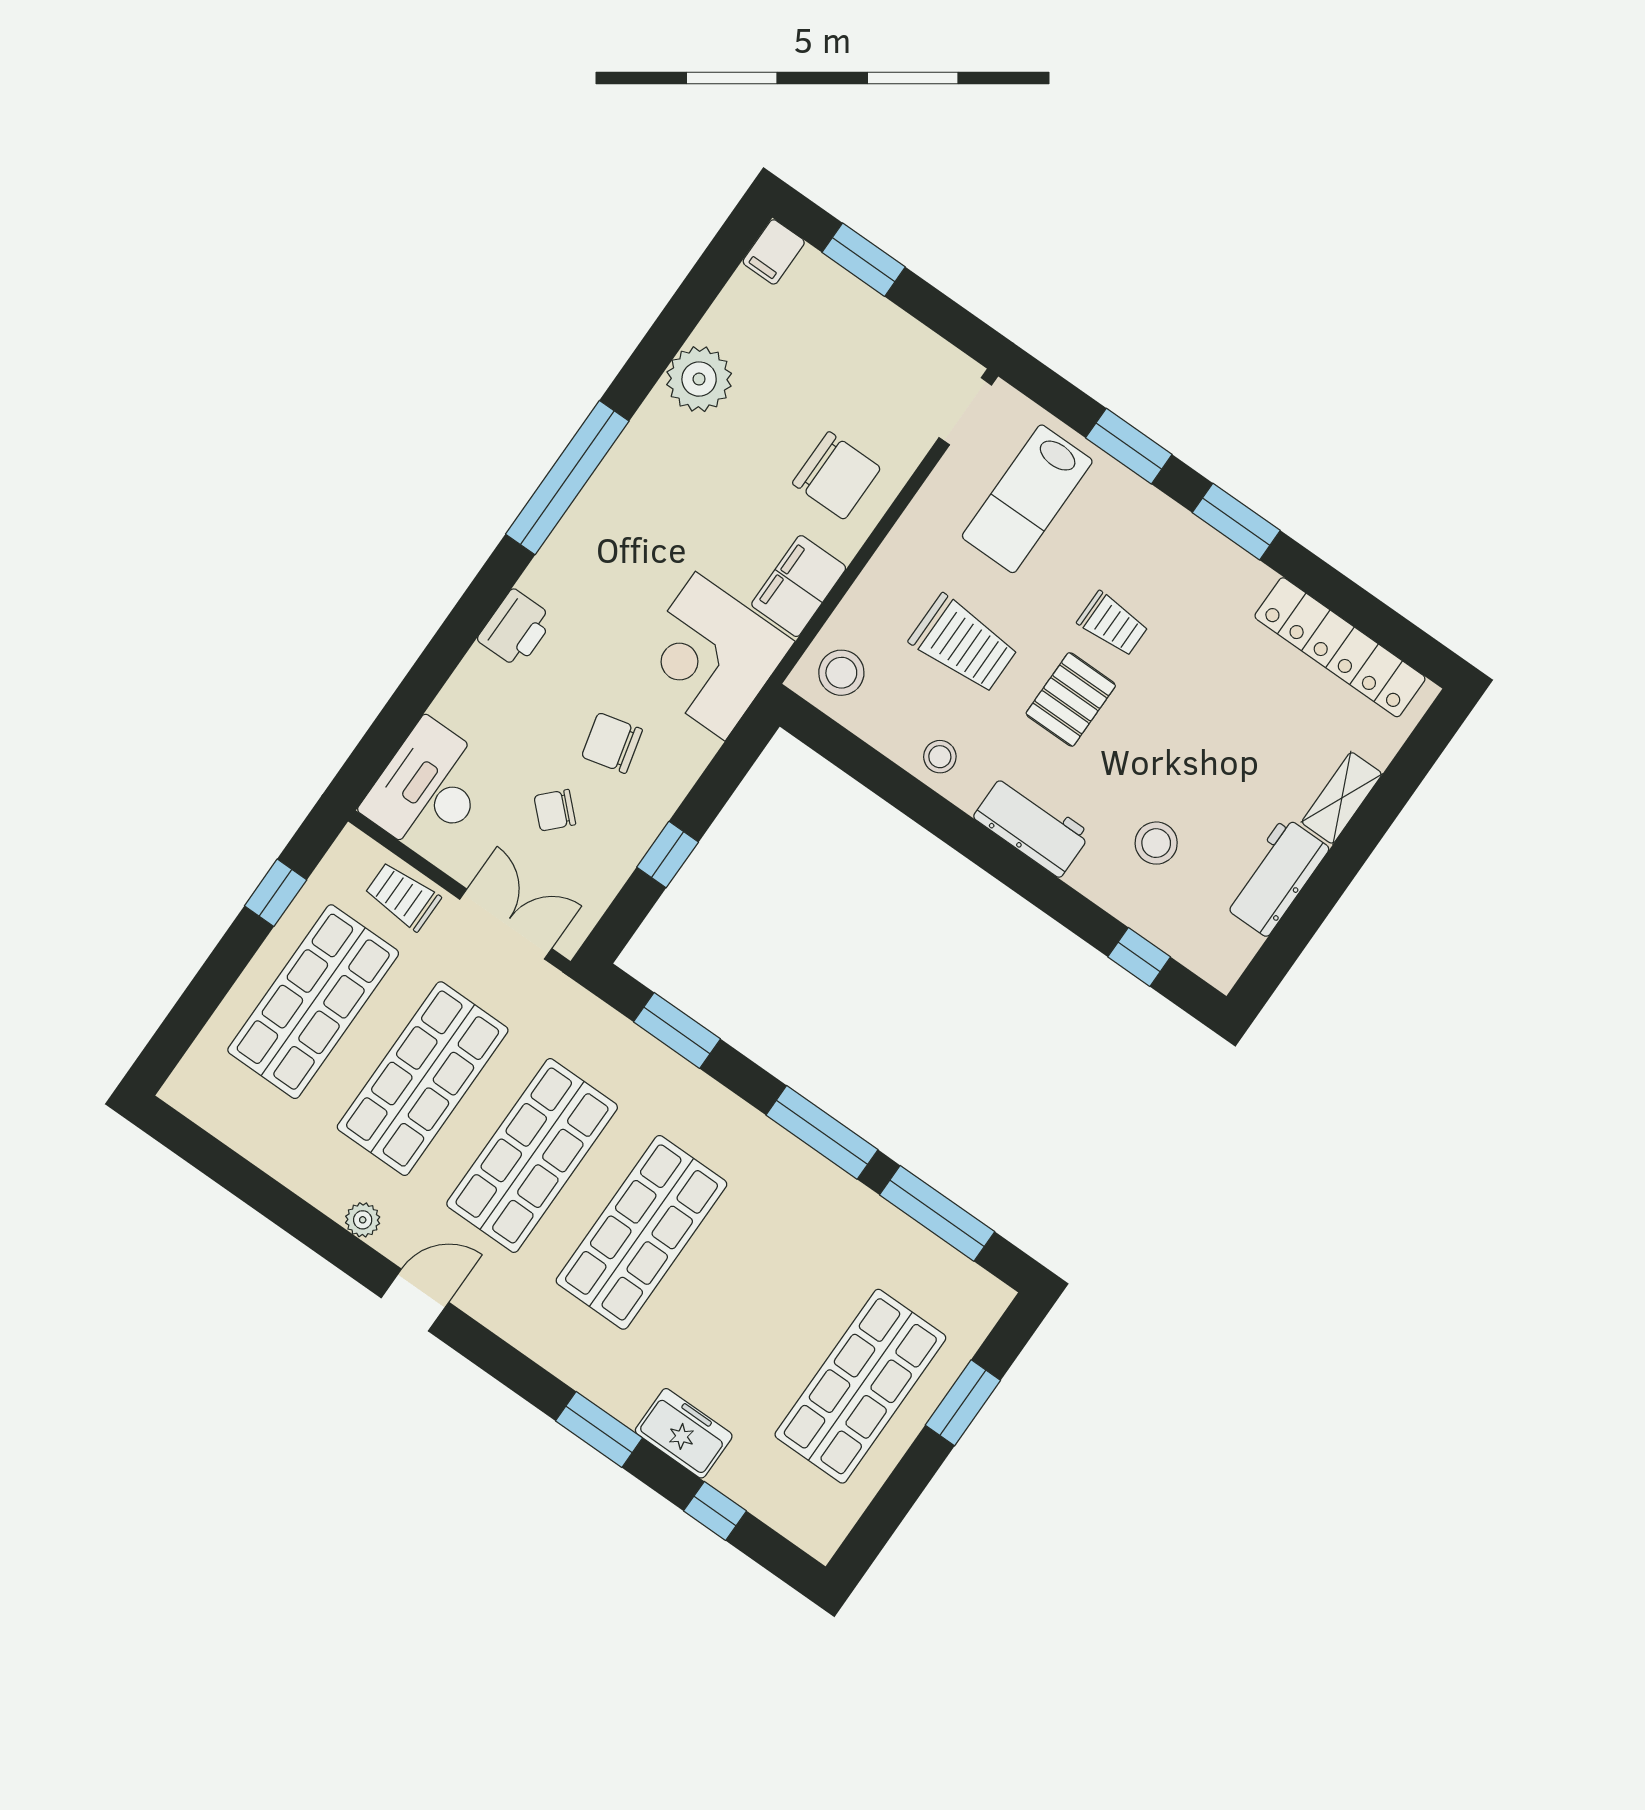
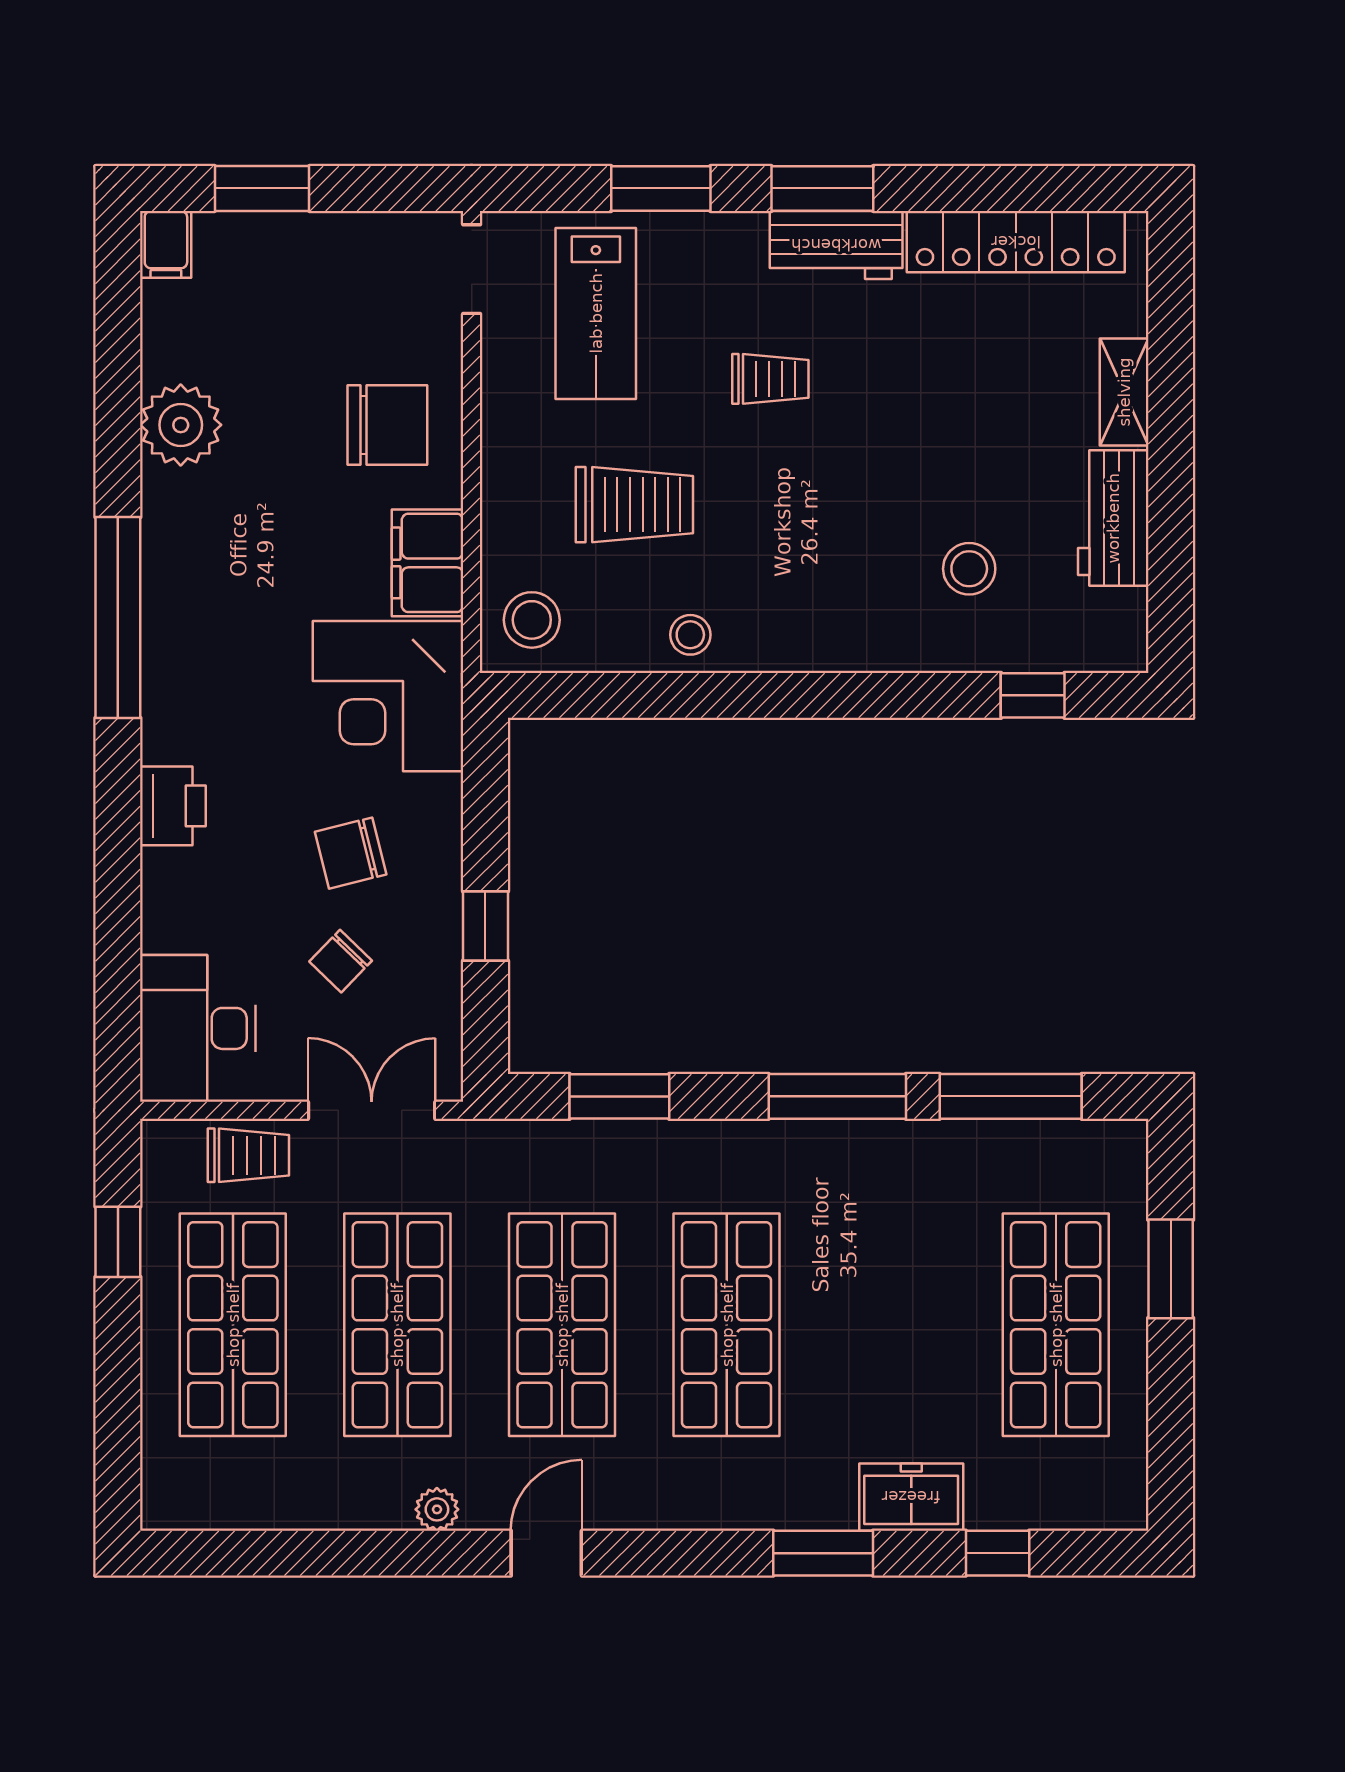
pallet: (1071, 699) -> (782, 485), removed
workbench: (1032, 825) -> (836, 245), moved, turned 180
trolley: (403, 896) -> (248, 1155), turned 180

